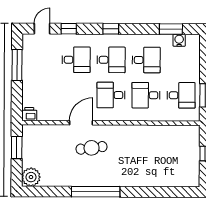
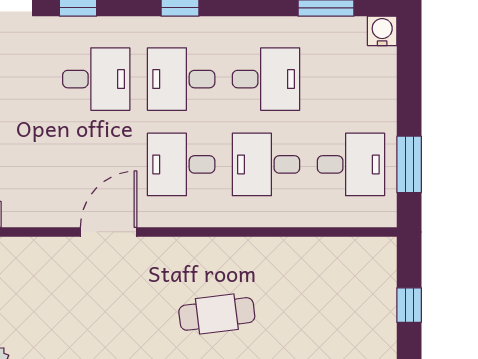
water cooler: (179, 40) -> (382, 31), moved
desk: (111, 60) -> (181, 79), turned 180
cafe table: (92, 148) -> (217, 314), moved

